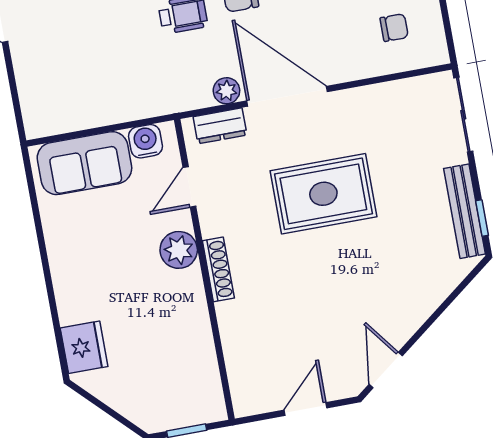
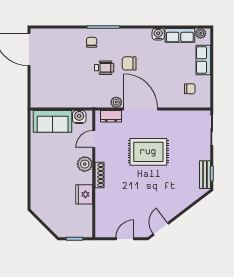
bench: (465, 211) -> (205, 175), width x0.73
fridge: (84, 347) -> (84, 194), moved, turned 180

